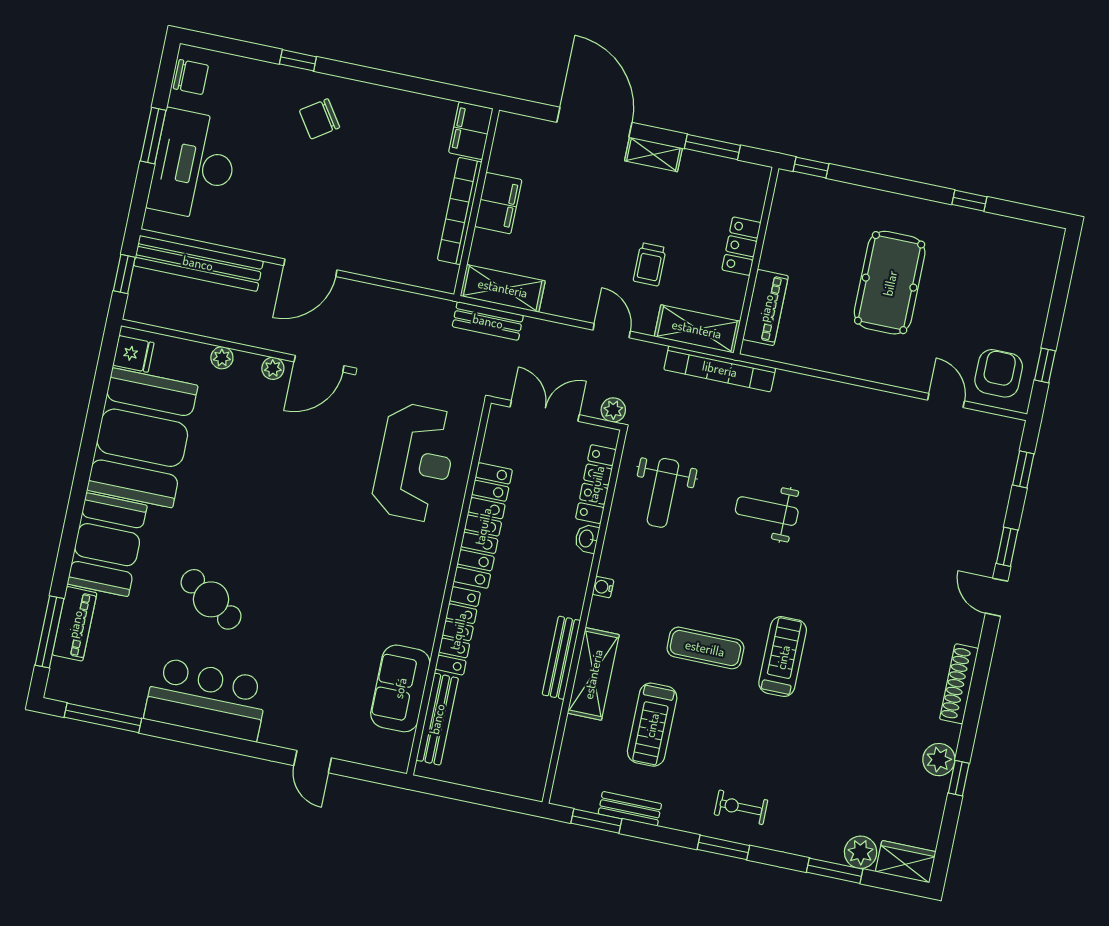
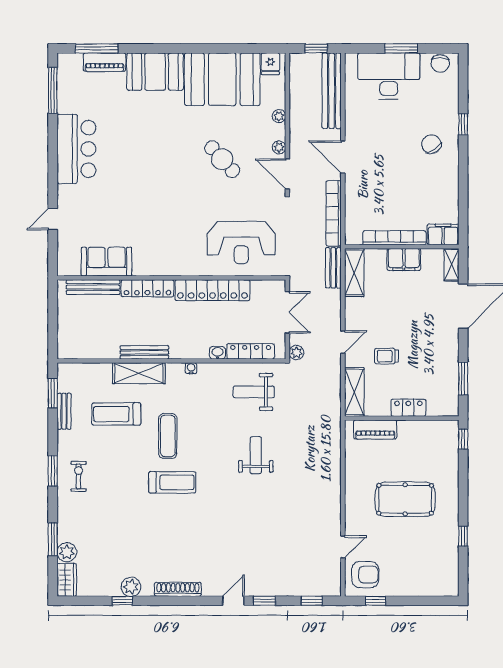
shelving: (653, 154) -> (451, 265), moved
bookcase: (720, 369) -> (334, 213), moved
cafe table: (211, 599) -> (222, 159), moved, turned -75

